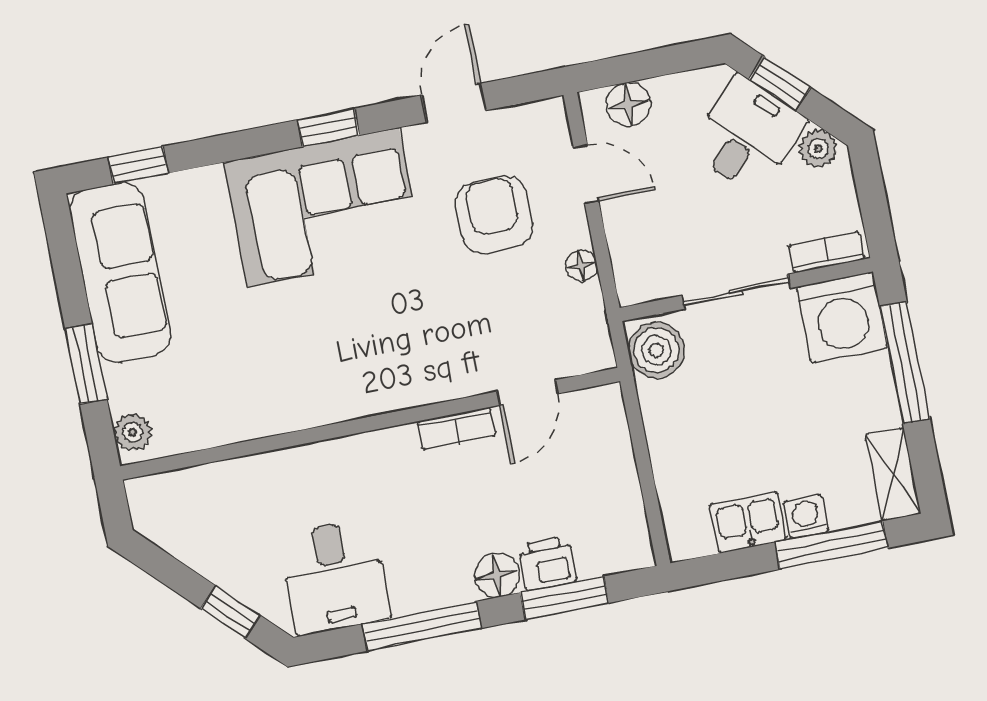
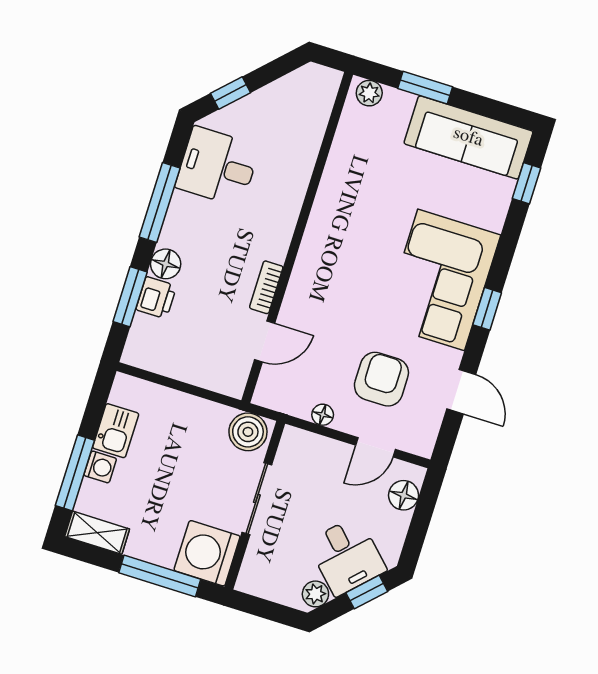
armchair: (494, 215) -> (381, 379), turned -90
bookcase: (826, 252) -> (251, 565), removed
door: (528, 392) -> (265, 341), swing flipped

